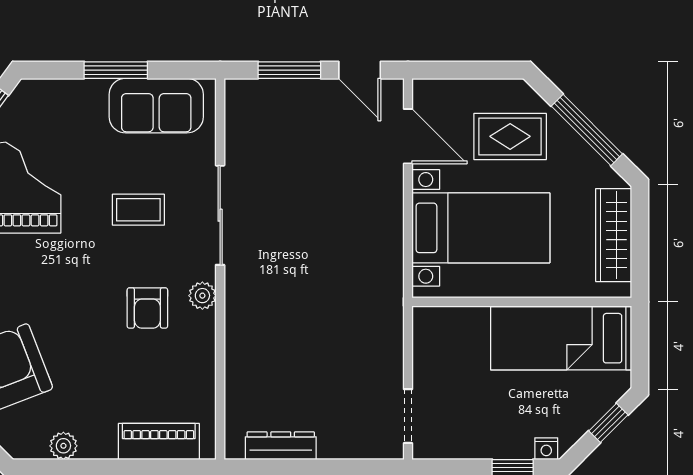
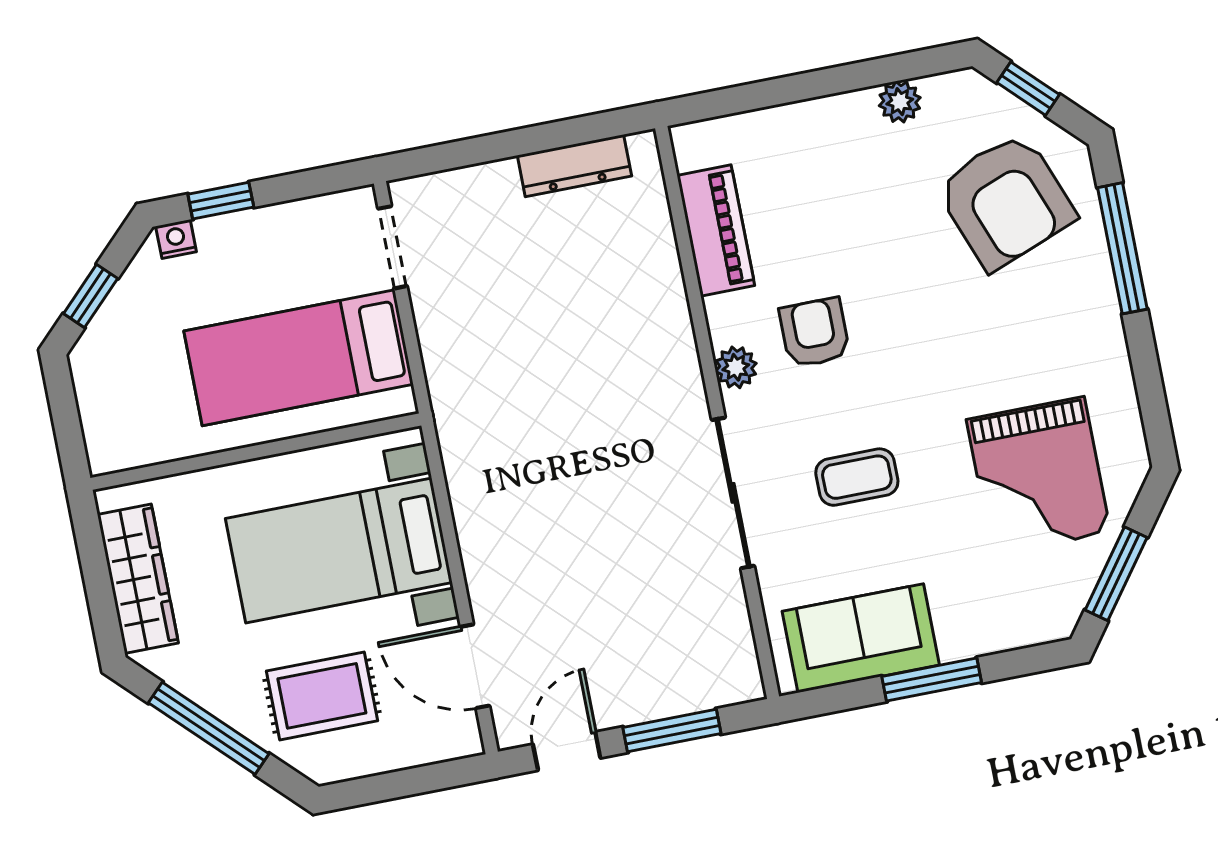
door: (360, 70) -> (567, 751), hinge flipped
bed: (561, 338) -> (299, 358), moved, turned 180
piano: (159, 441) -> (716, 230), moved, turned -90

